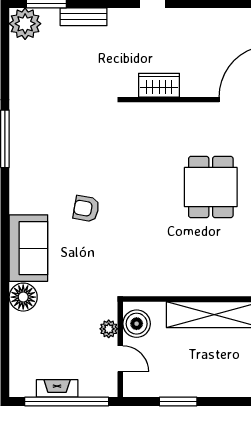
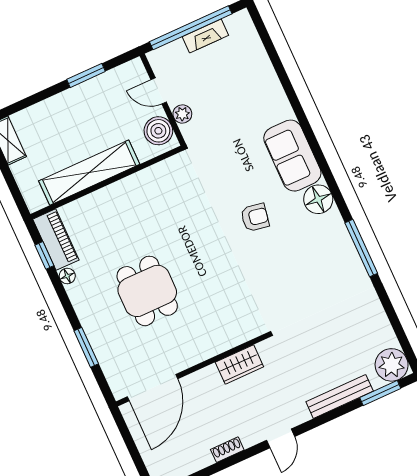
shoe rack: (204, 15) -> (227, 450), added
bench: (84, 17) -> (340, 396), width x1.36
floor lamp: (23, 297) -> (318, 199), moved

